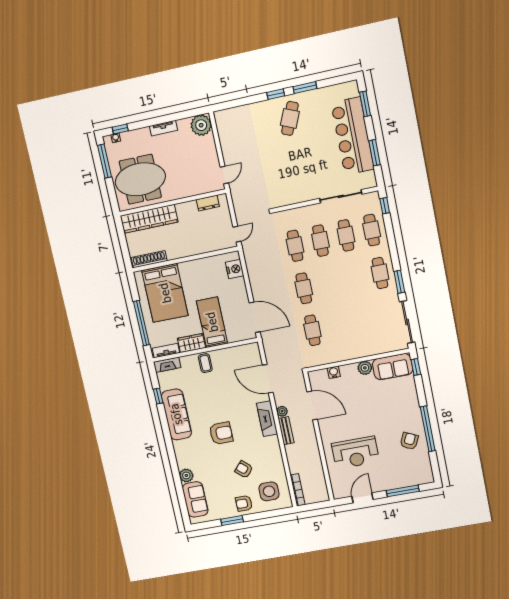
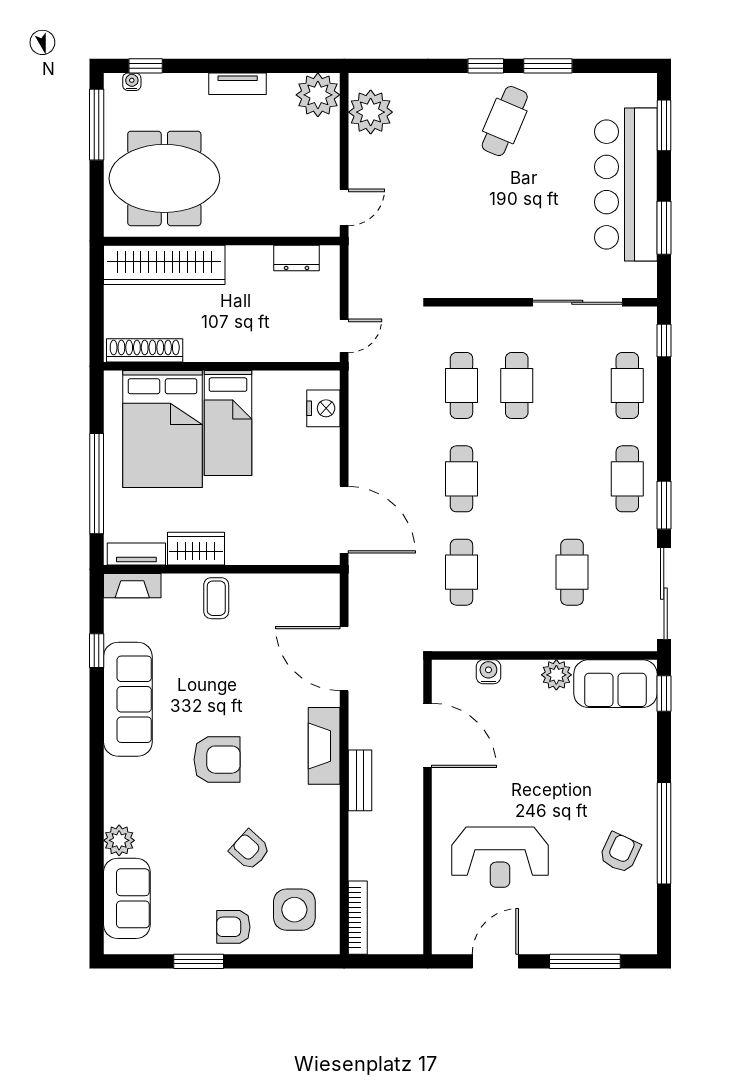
cafe table: (346, 235) -> (572, 572), moved
bed: (212, 322) -> (228, 423), moved, turned 180
plant: (282, 411) -> (371, 112), moved, width x1.88, depth x1.88

